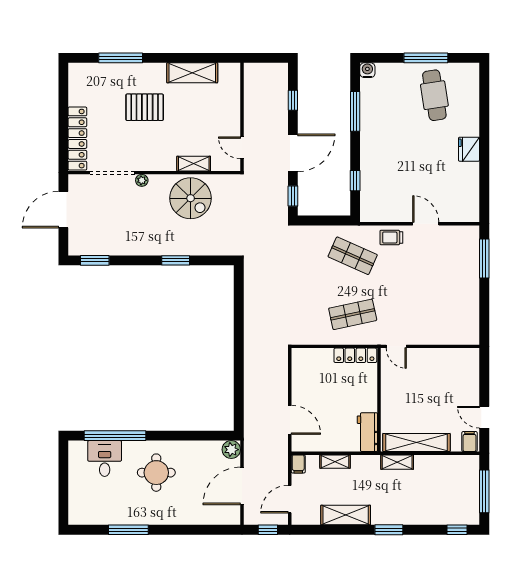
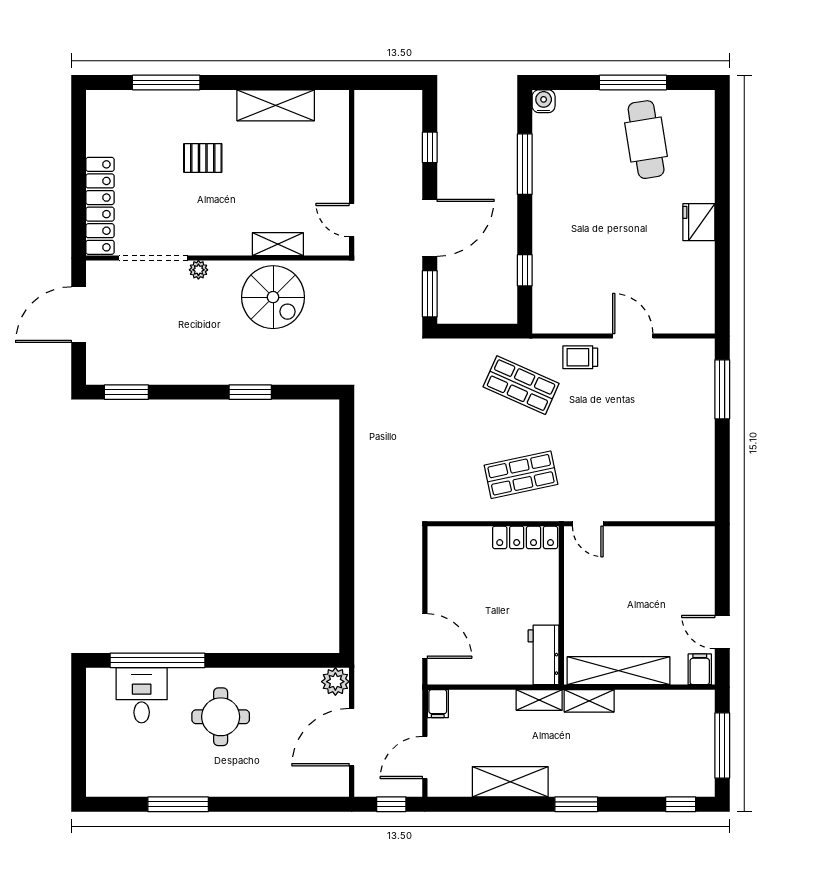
pallet: (145, 107) -> (203, 158), width x0.67, depth x0.71
window: (293, 196) -> (430, 294), width x1.50
shelving: (335, 462) -> (539, 700), moved

